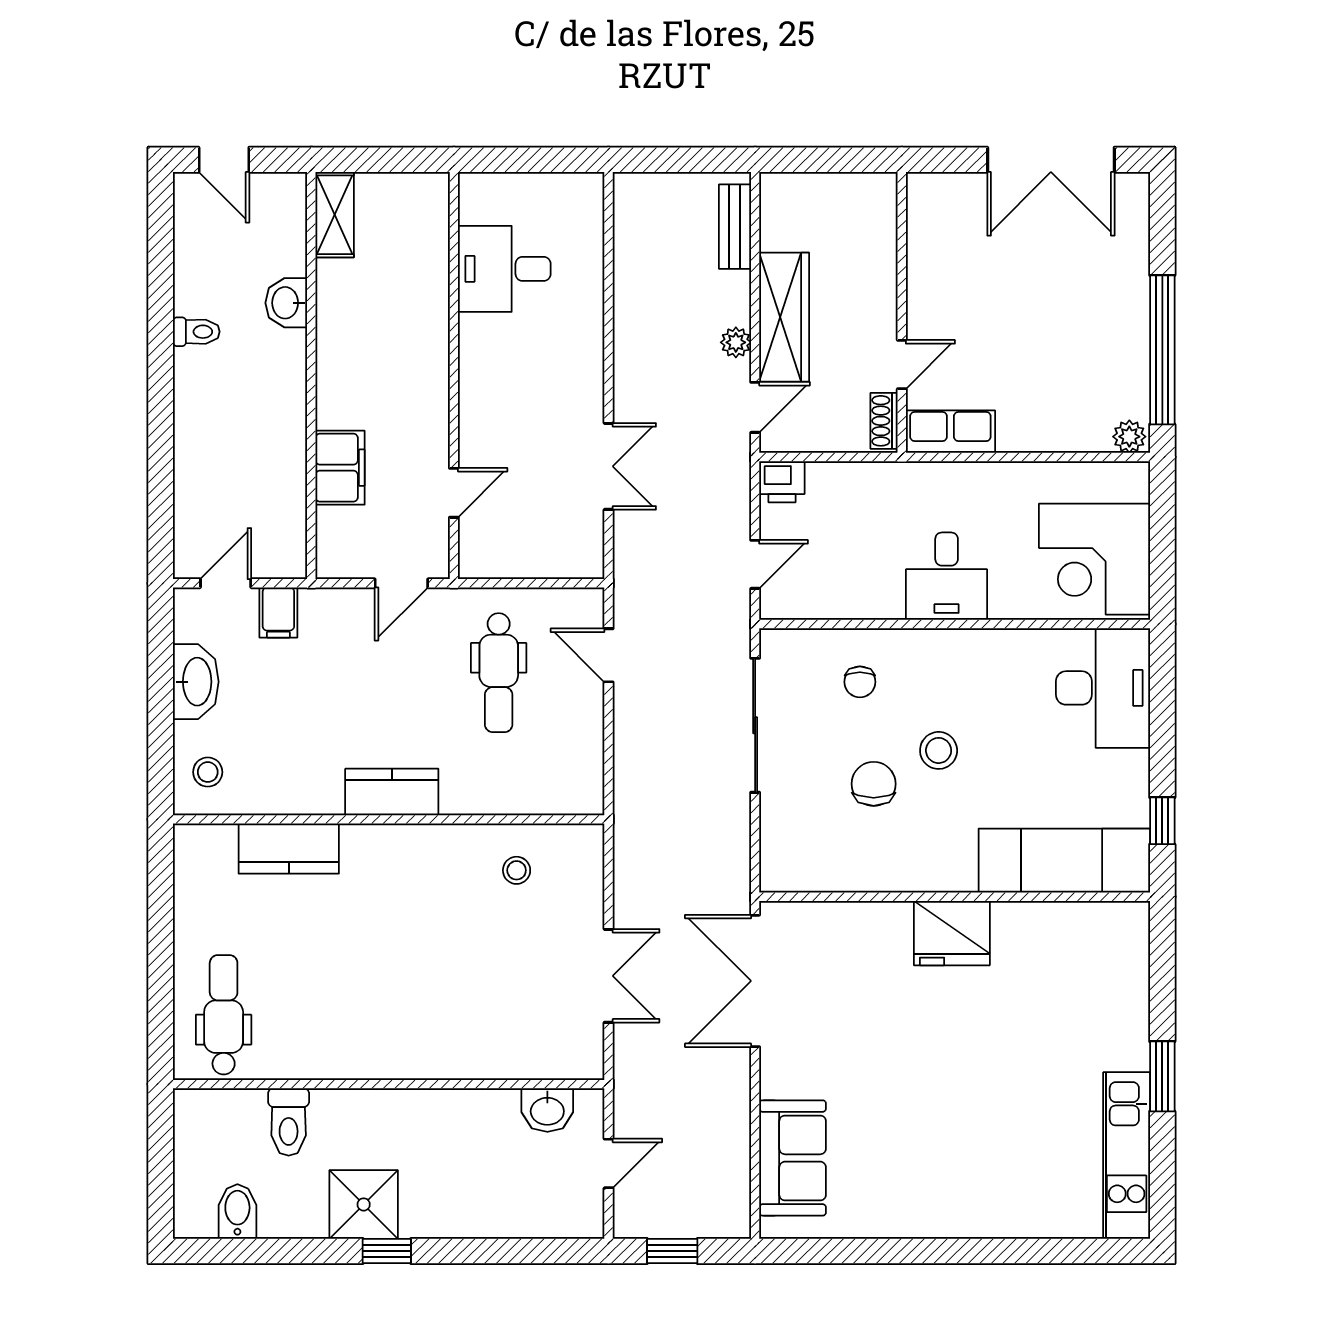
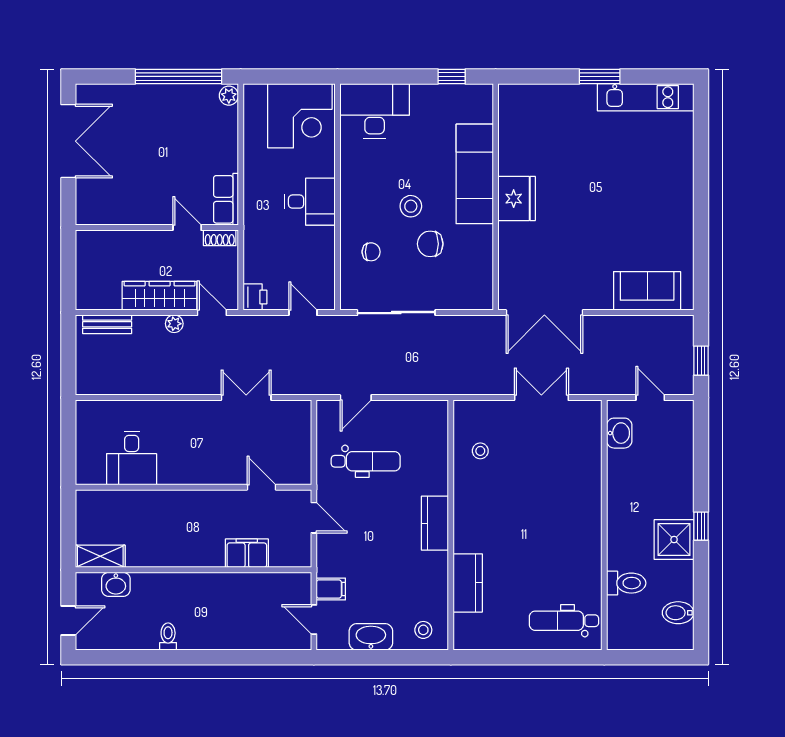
washbasin: (286, 303) -> (116, 584), moved
exam couch: (1064, 861) -> (475, 174), moved

